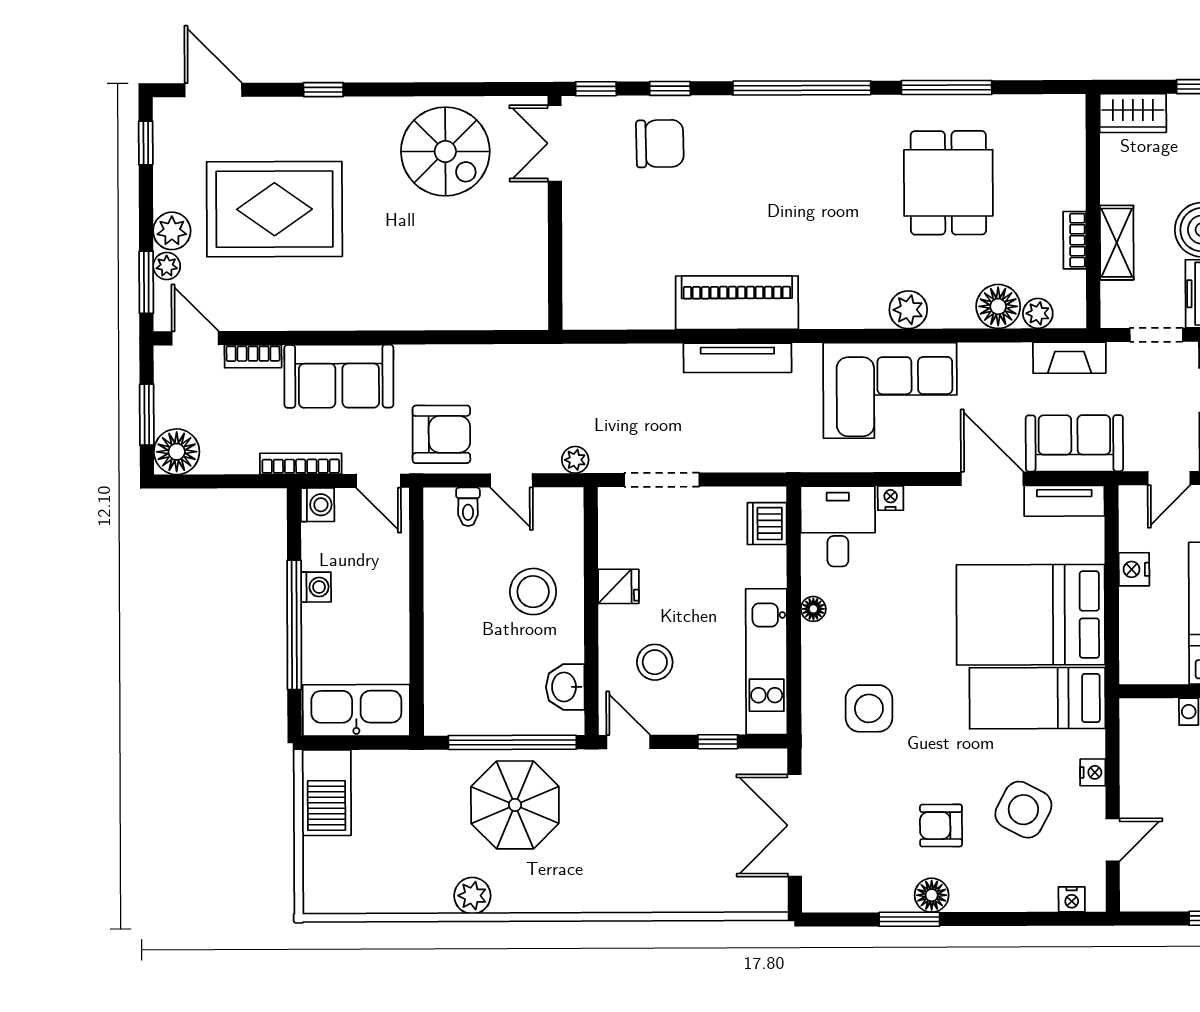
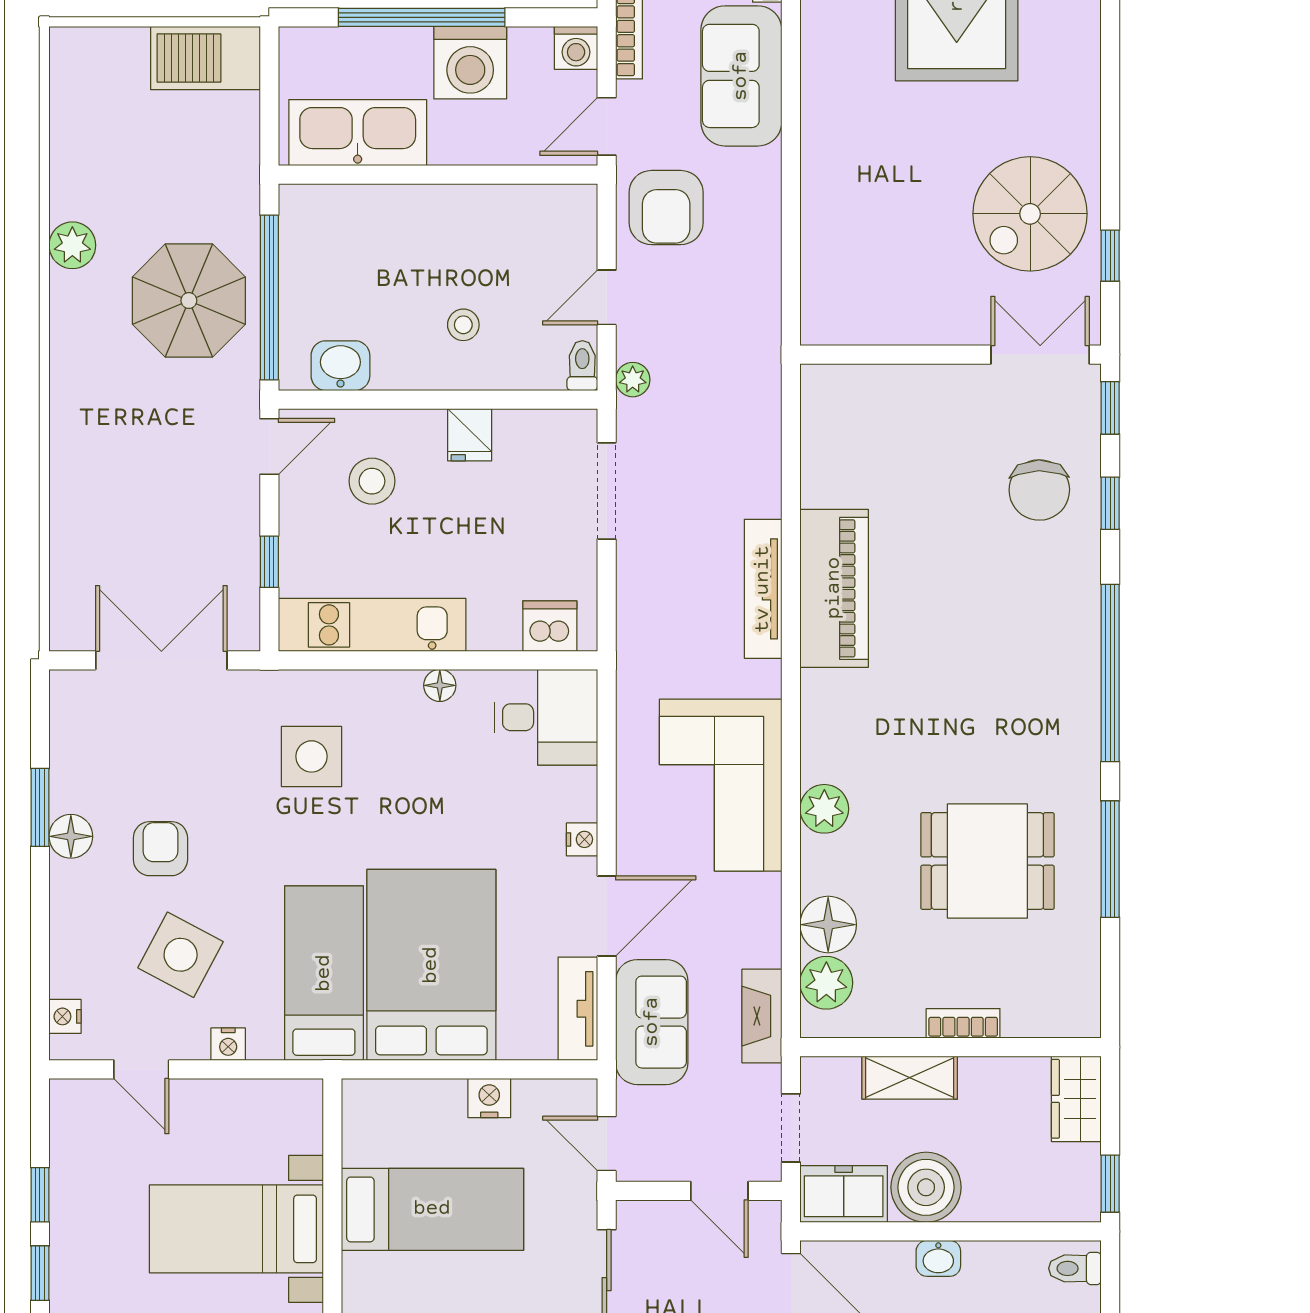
window: (323, 90) -> (1110, 256), moved
bookcase: (1075, 240) -> (963, 1023), moved
plant: (1038, 313) -> (826, 983), width x1.38, depth x1.38
nightstand: (891, 498) -> (582, 839), moved
toilet: (468, 507) -> (582, 366), moved, turned 90
washing machine: (316, 587) -> (470, 63), width x1.89, depth x1.89
stool: (533, 592) -> (463, 325), width x0.53, depth x0.53
kitchen sink: (356, 710) -> (358, 133), moved, turned -90

